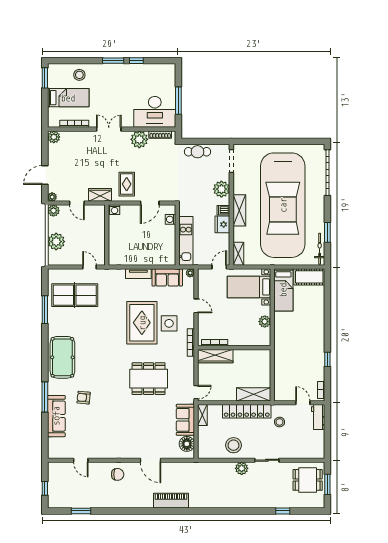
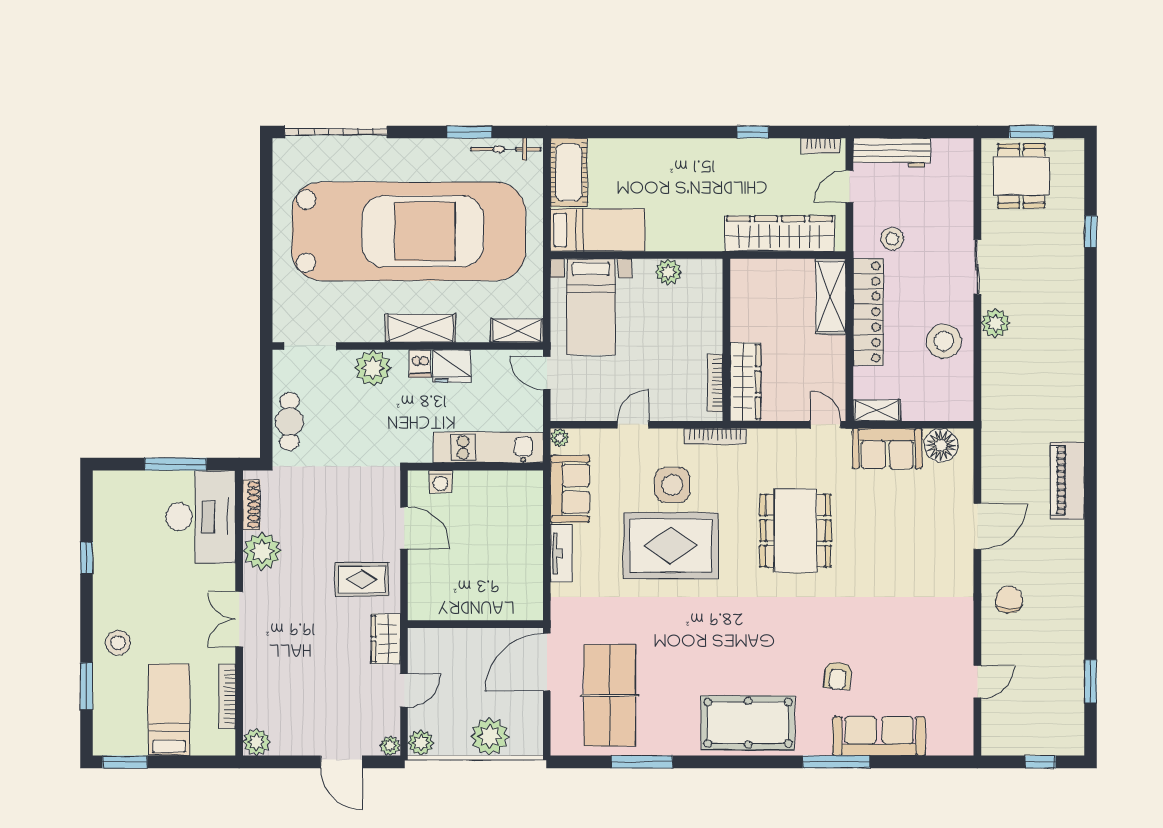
window: (113, 61) -> (87, 686), moved
stool: (79, 75) -> (118, 643), moved
washing machine: (115, 210) -> (419, 606), removed
door: (90, 267) -> (547, 662), width x1.88
wardrobe: (282, 372) -> (780, 234), added
workbench: (318, 417) -> (892, 153), width x1.38

